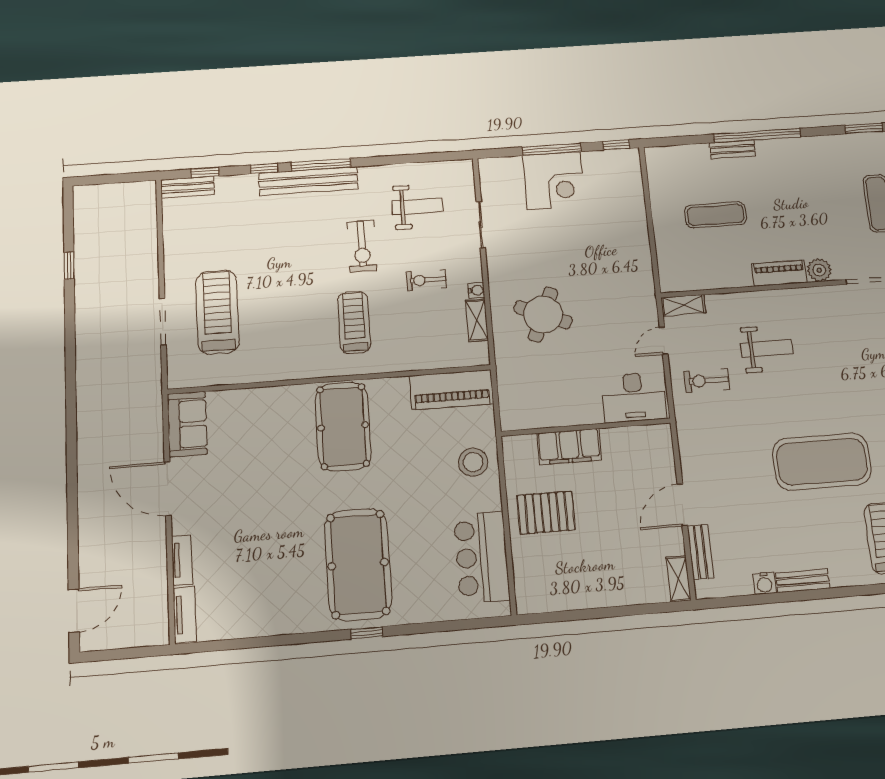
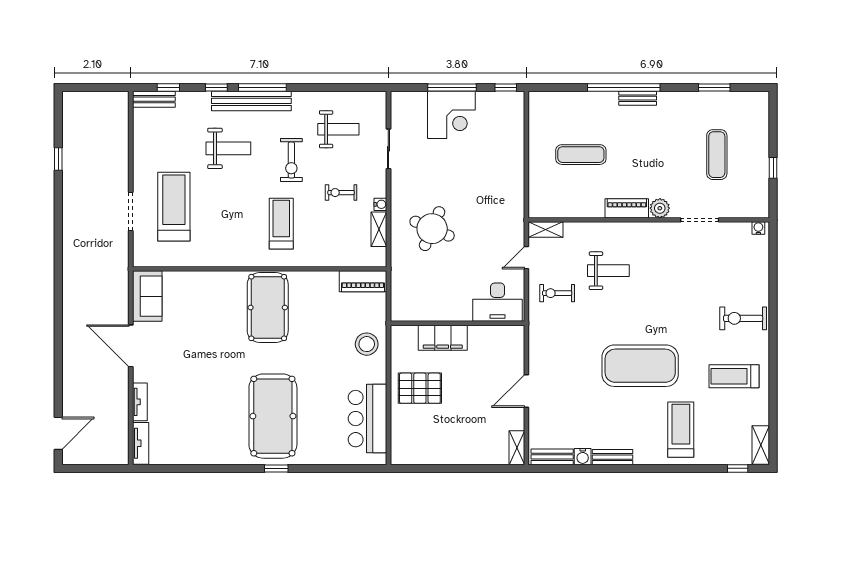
bench: (733, 149) -> (638, 98), moved
weight bench: (283, 238) -> (228, 148), added
piano: (451, 390) -> (363, 281), width x0.73, depth x0.75
bench: (700, 552) -> (552, 457), moved, turned 90

